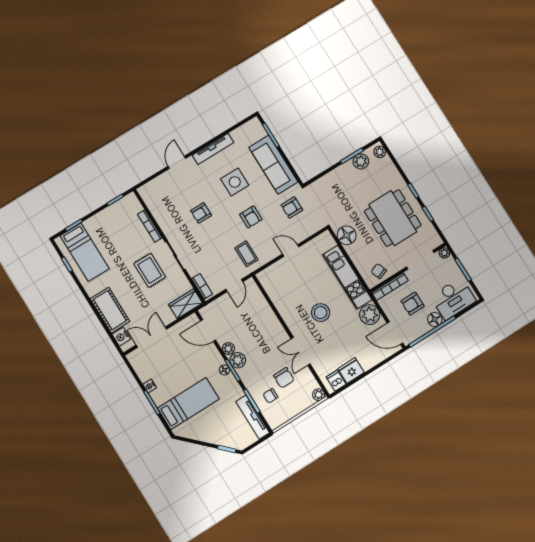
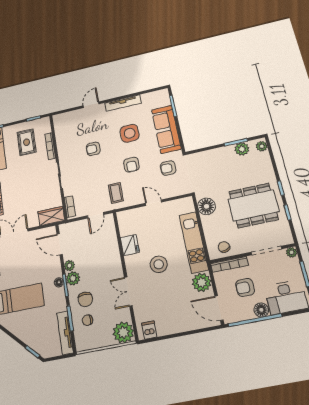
dining table: (393, 218) -> (253, 205), turned 90
rug: (150, 270) -> (27, 142), moved
fridge: (351, 371) -> (130, 245), moved, turned 90
chair: (284, 378) -> (85, 299), moved
plant: (319, 395) -> (123, 332), width x1.88, depth x1.88

